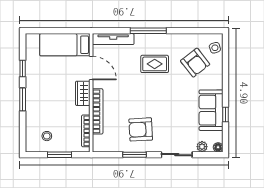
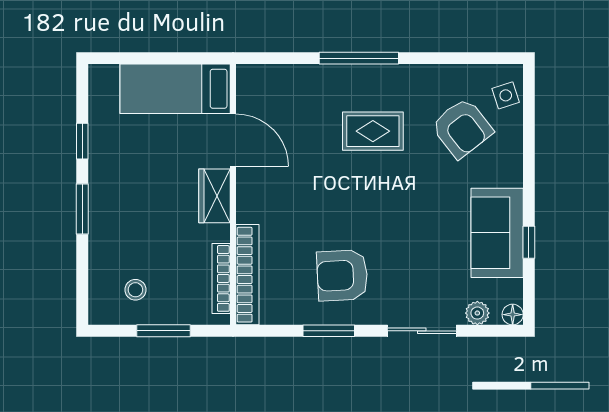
tv unit: (113, 39) -> (282, 76), removed
bookcase: (98, 111) -> (247, 275), moved

